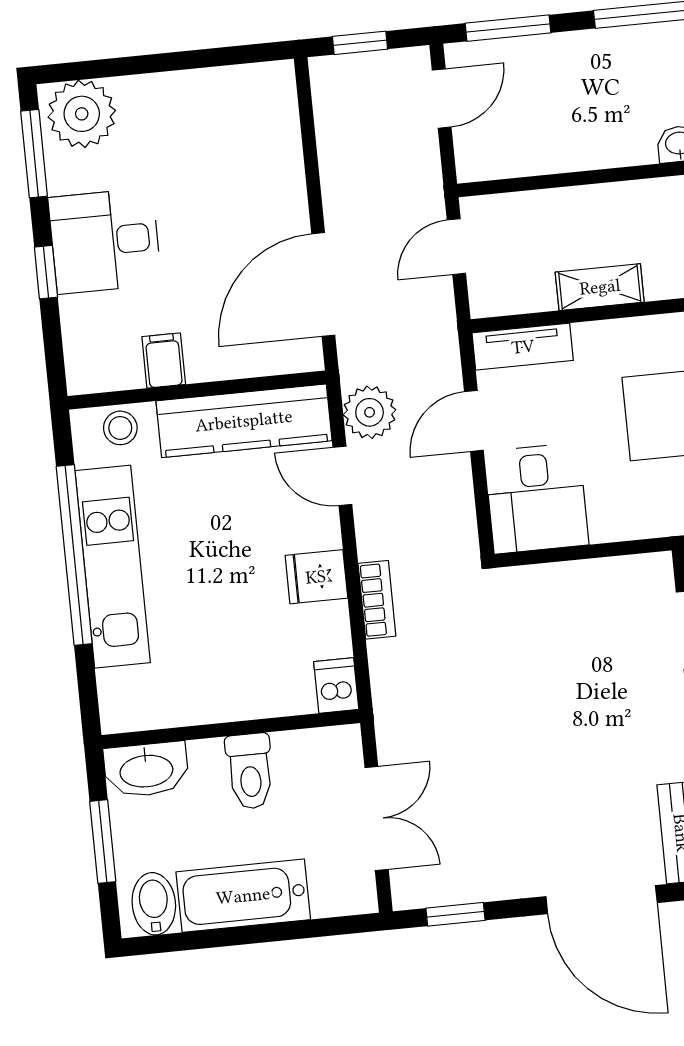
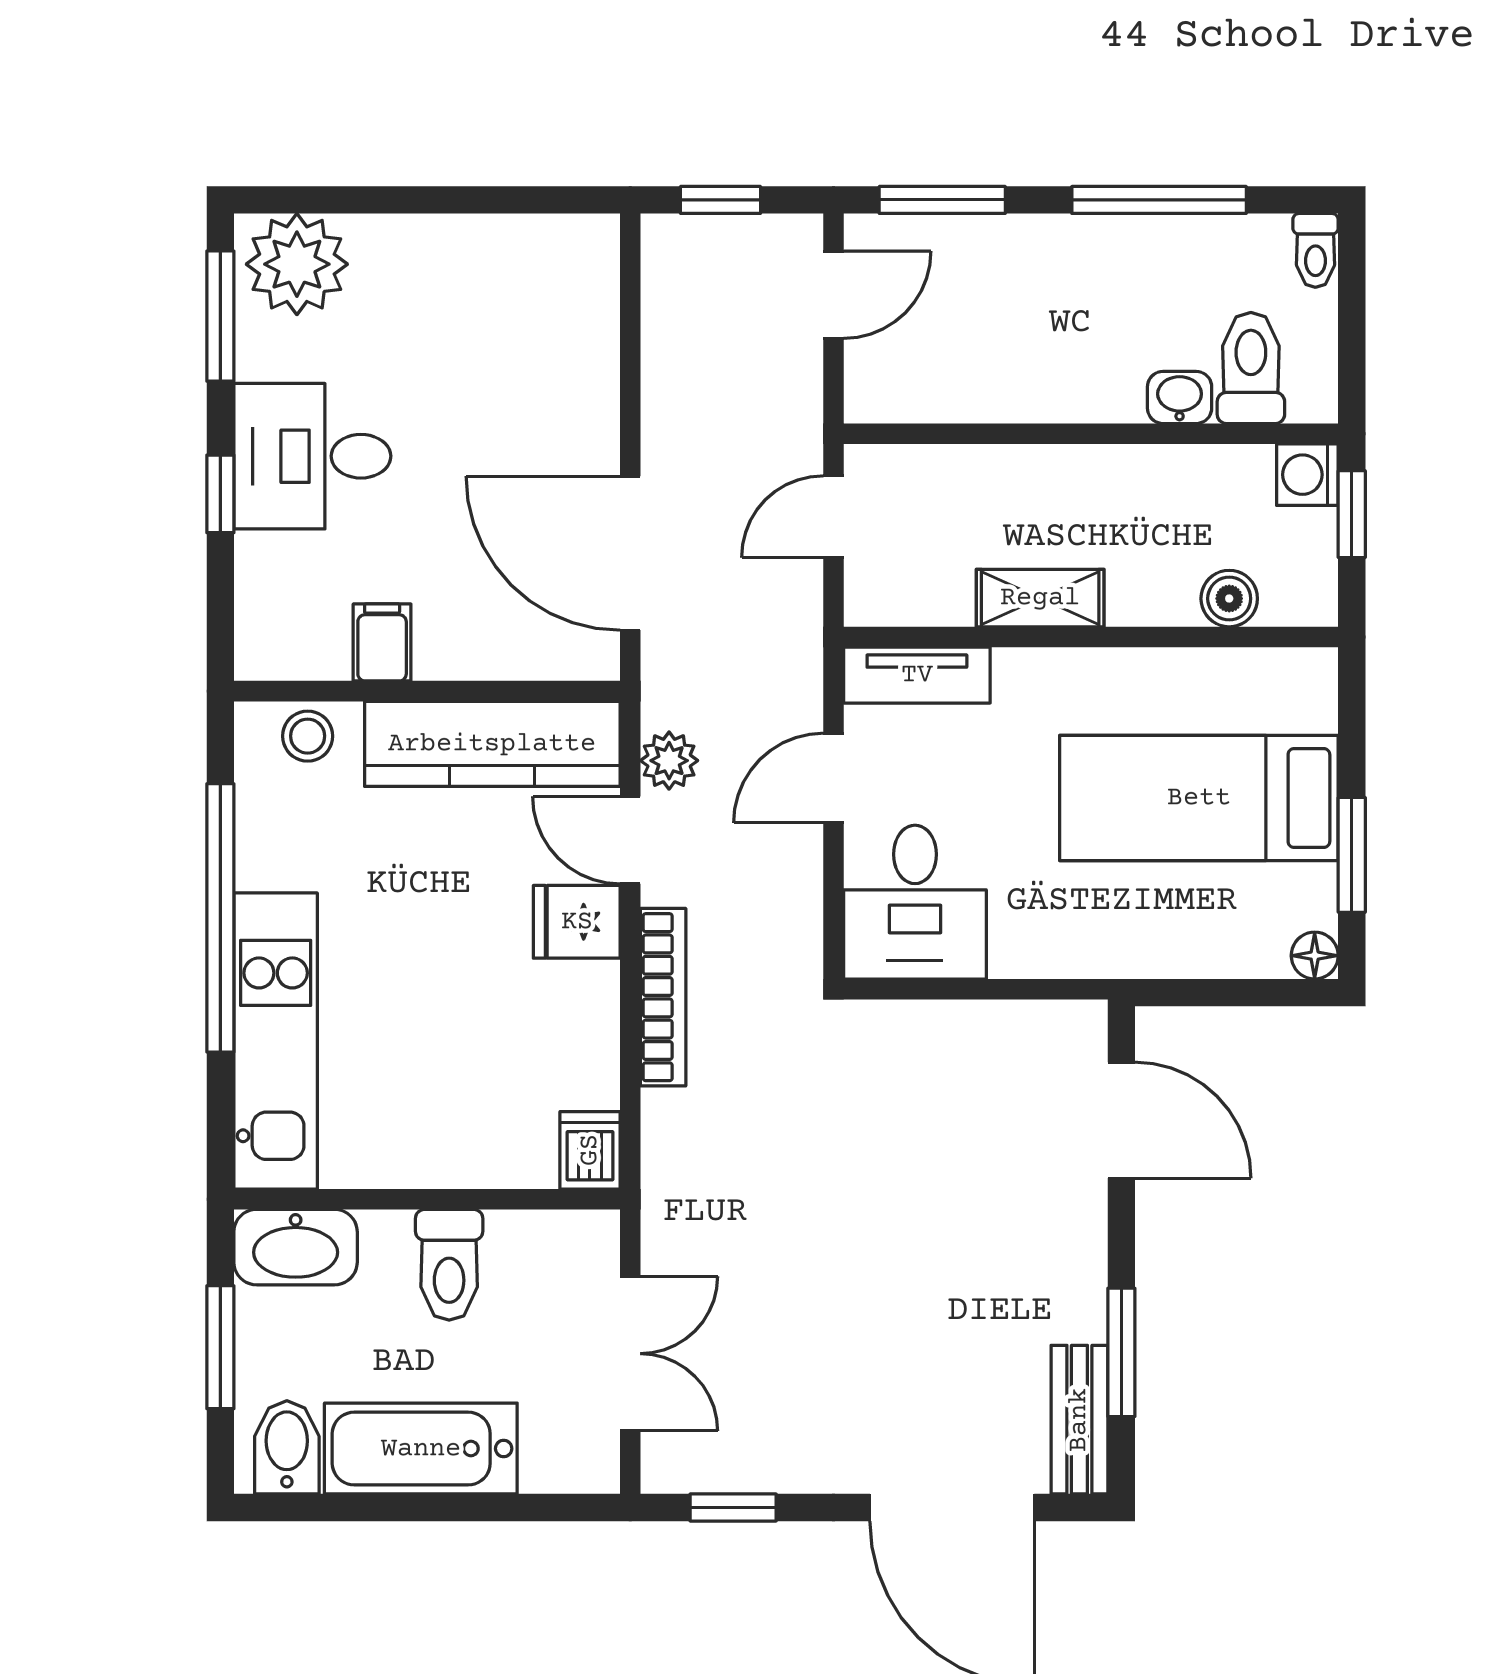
door: (323, 284) -> (630, 553), hinge flipped
plant: (370, 412) -> (669, 761), width x0.73, depth x0.73
kitchen unit: (113, 567) -> (276, 1041), moved
fridge: (316, 577) -> (577, 922), moved
bookcase: (377, 600) -> (663, 997), width x1.56

